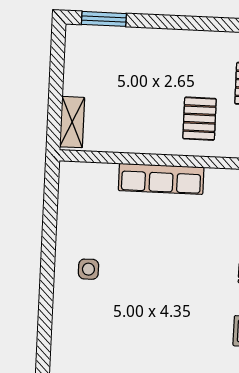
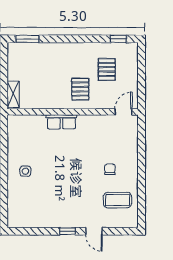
row of seats: (161, 179) -> (61, 122), width x0.68

